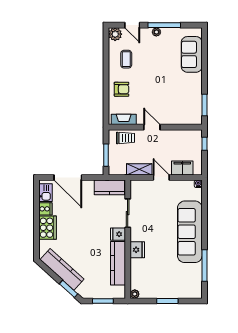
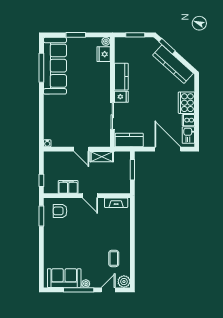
door: (132, 25) -> (108, 290), hinge flipped
sofa: (192, 54) -> (64, 278), moved, turned -90
armchair: (122, 89) -> (60, 211), moved
trolley: (125, 138) -> (114, 186), removed
filing cabinet: (182, 168) -> (68, 187), moved, turned 180
sofa: (190, 232) -> (55, 66), moved
fridge: (137, 250) -> (104, 54), moved
kitchen counter: (118, 263) -> (121, 77), width x0.67

